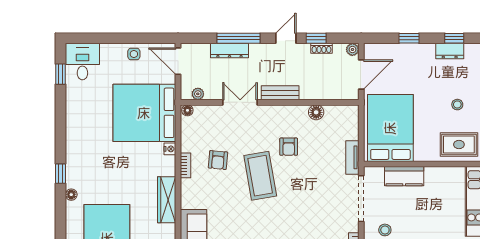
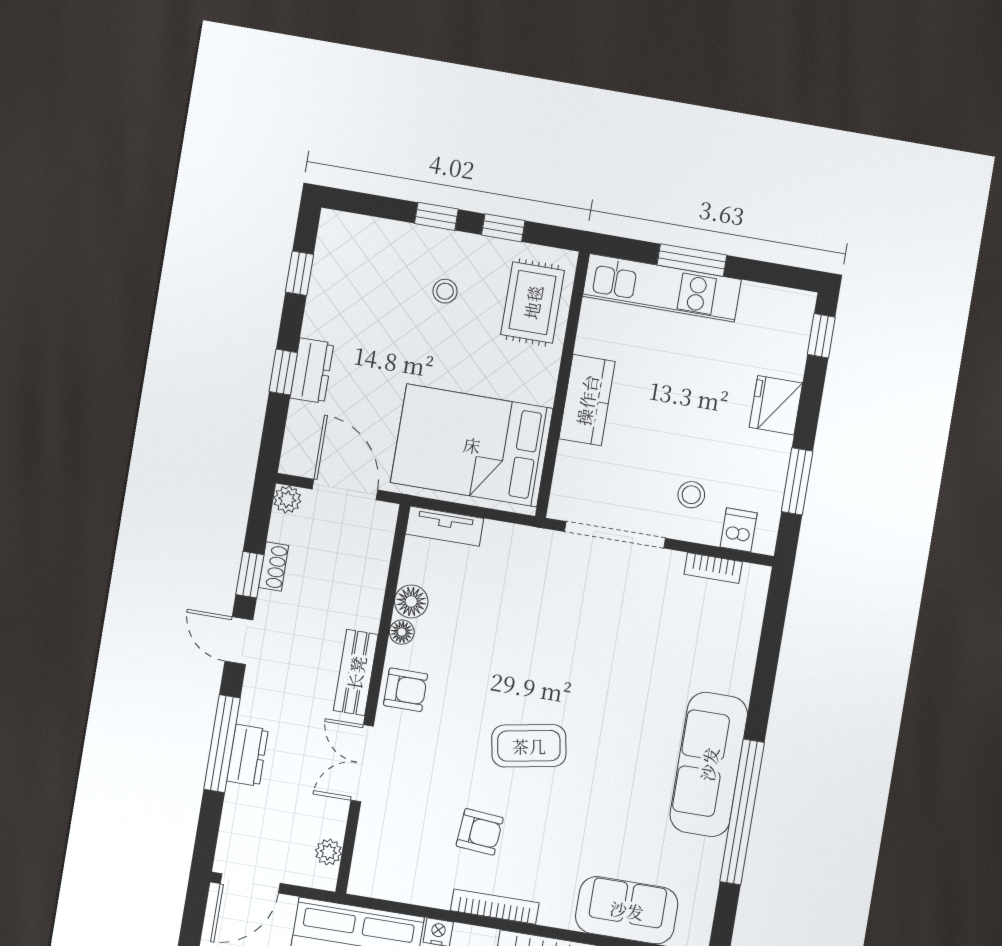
dresser: (229, 51) -> (248, 755), width x0.70
dresser: (450, 51) -> (312, 371), moved
floor lamp: (187, 110) -> (402, 632), moved
armchair: (289, 147) -> (406, 690), moved
tv unit: (352, 157) -> (445, 526), moved
bookcase: (185, 165) -> (495, 907), width x1.56
coffee table: (260, 176) -> (529, 746), width x0.73, depth x0.76
kitchen counter: (404, 176) -> (587, 400), moved

